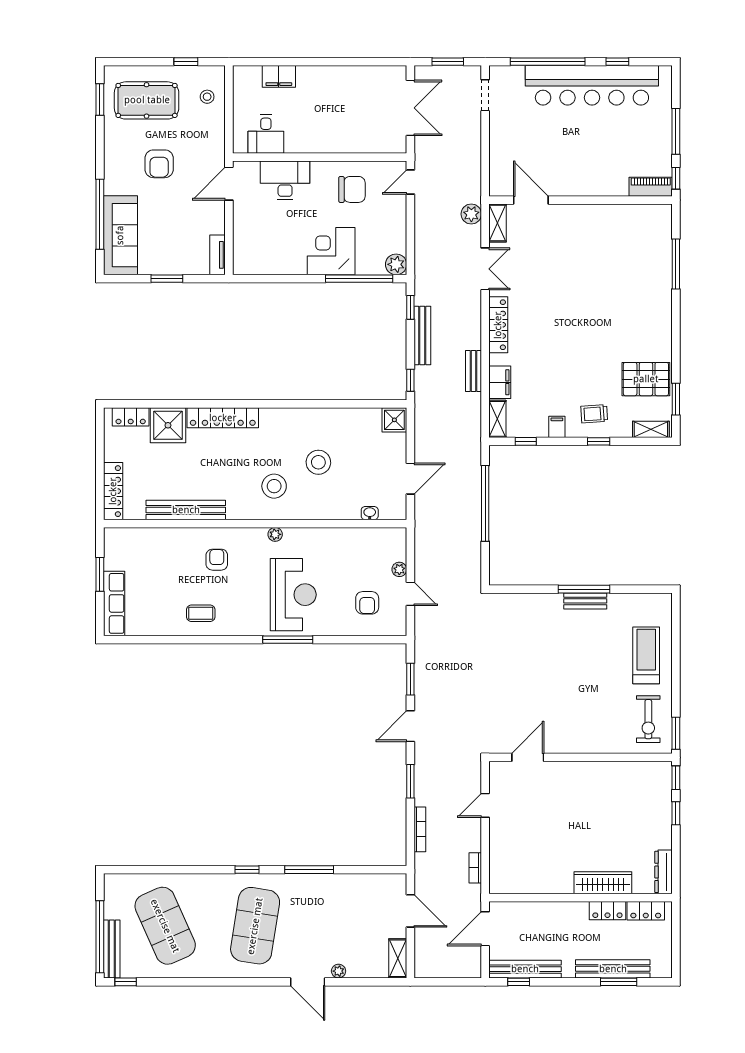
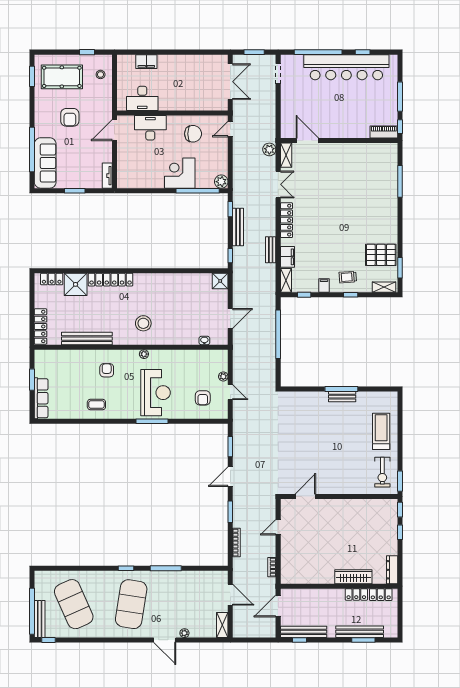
desk: (266, 134) -> (142, 98), width x1.37
stool: (318, 462) -> (172, 308), removed

